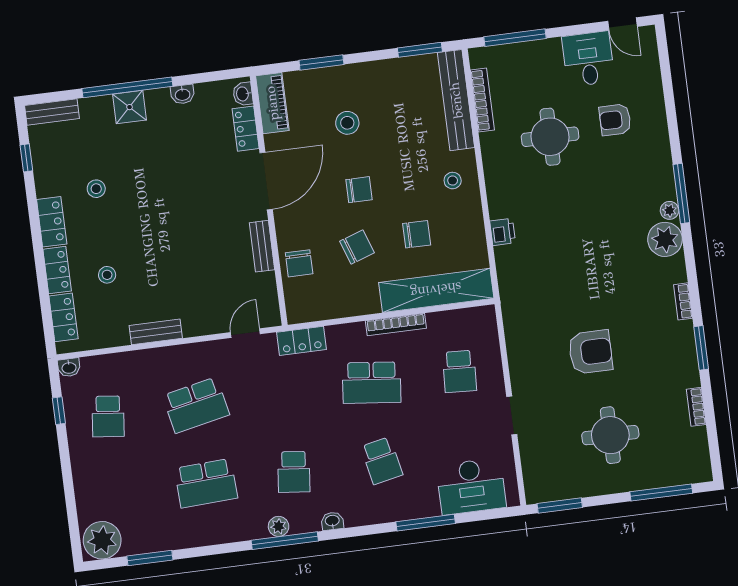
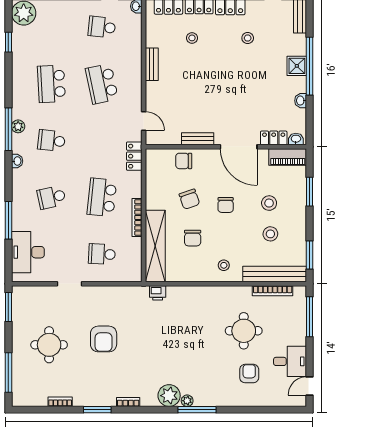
stool: (395, 115) -> (270, 234), added
printer: (503, 232) -> (158, 293), moved
window: (150, 558) -> (8, 42), width x0.67

